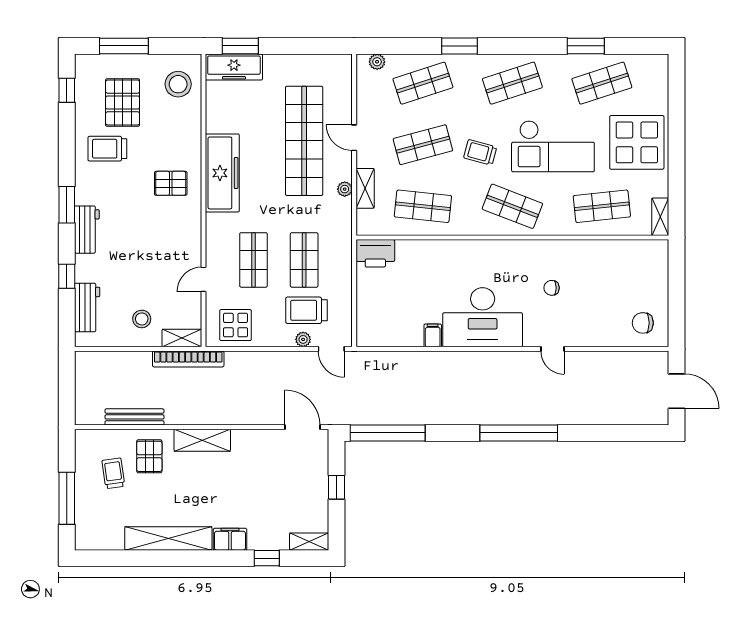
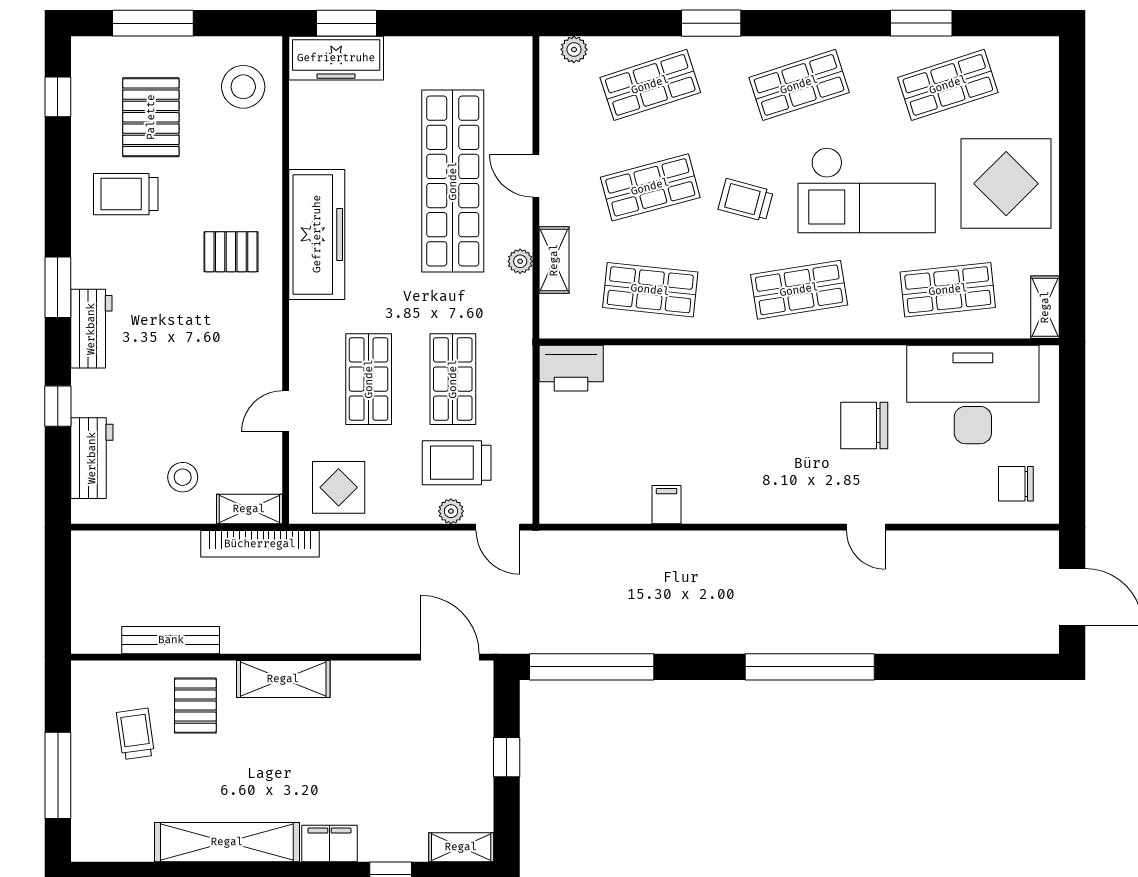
shop shelf: (512, 206) -> (799, 290), turned -30
chair: (552, 288) -> (864, 425), width x1.87, depth x1.87
desk: (483, 317) -> (973, 394), moved, turned 180

